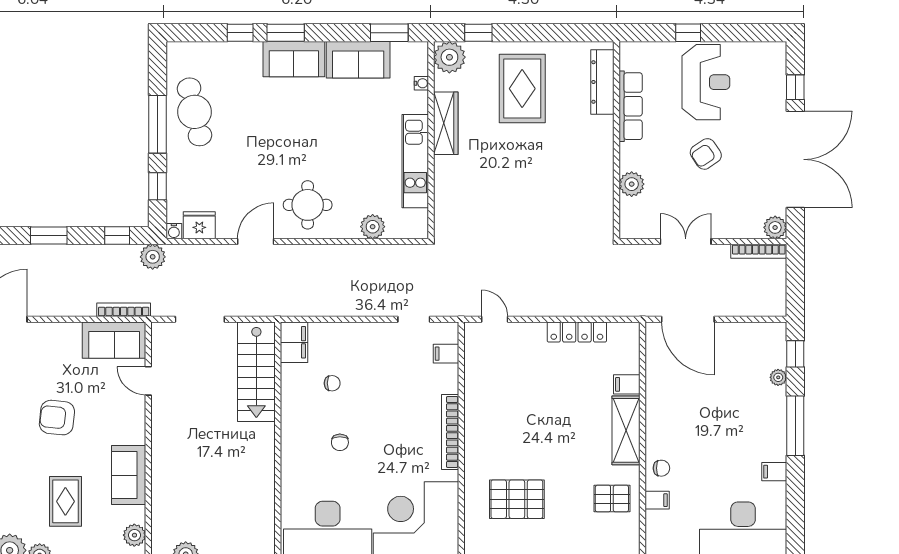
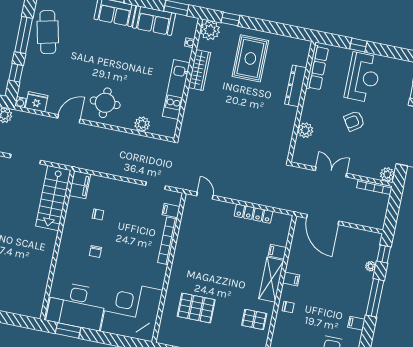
dresser: (602, 82) -> (296, 86), moved
row of seats: (631, 106) -> (317, 68), moved
bookcase: (450, 432) -> (167, 241), moved
filing cabinet: (657, 500) -> (291, 279), moved

